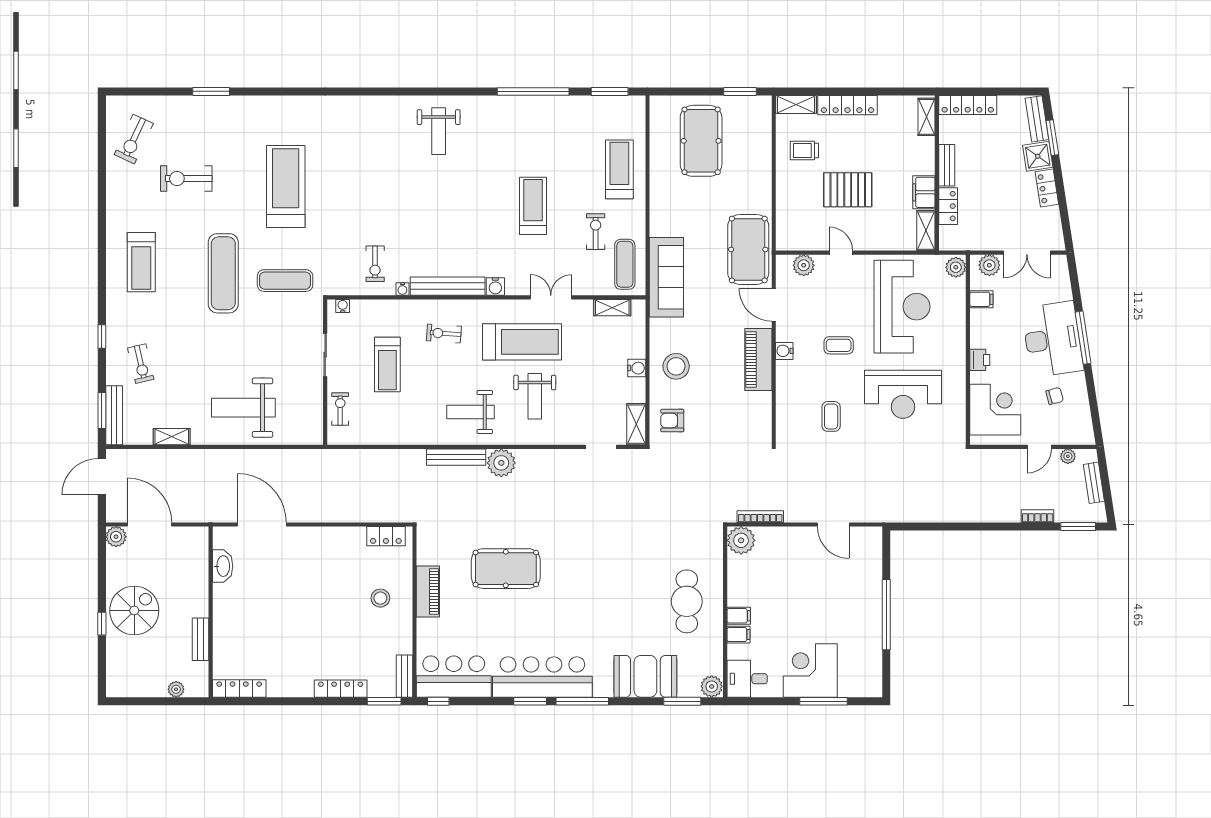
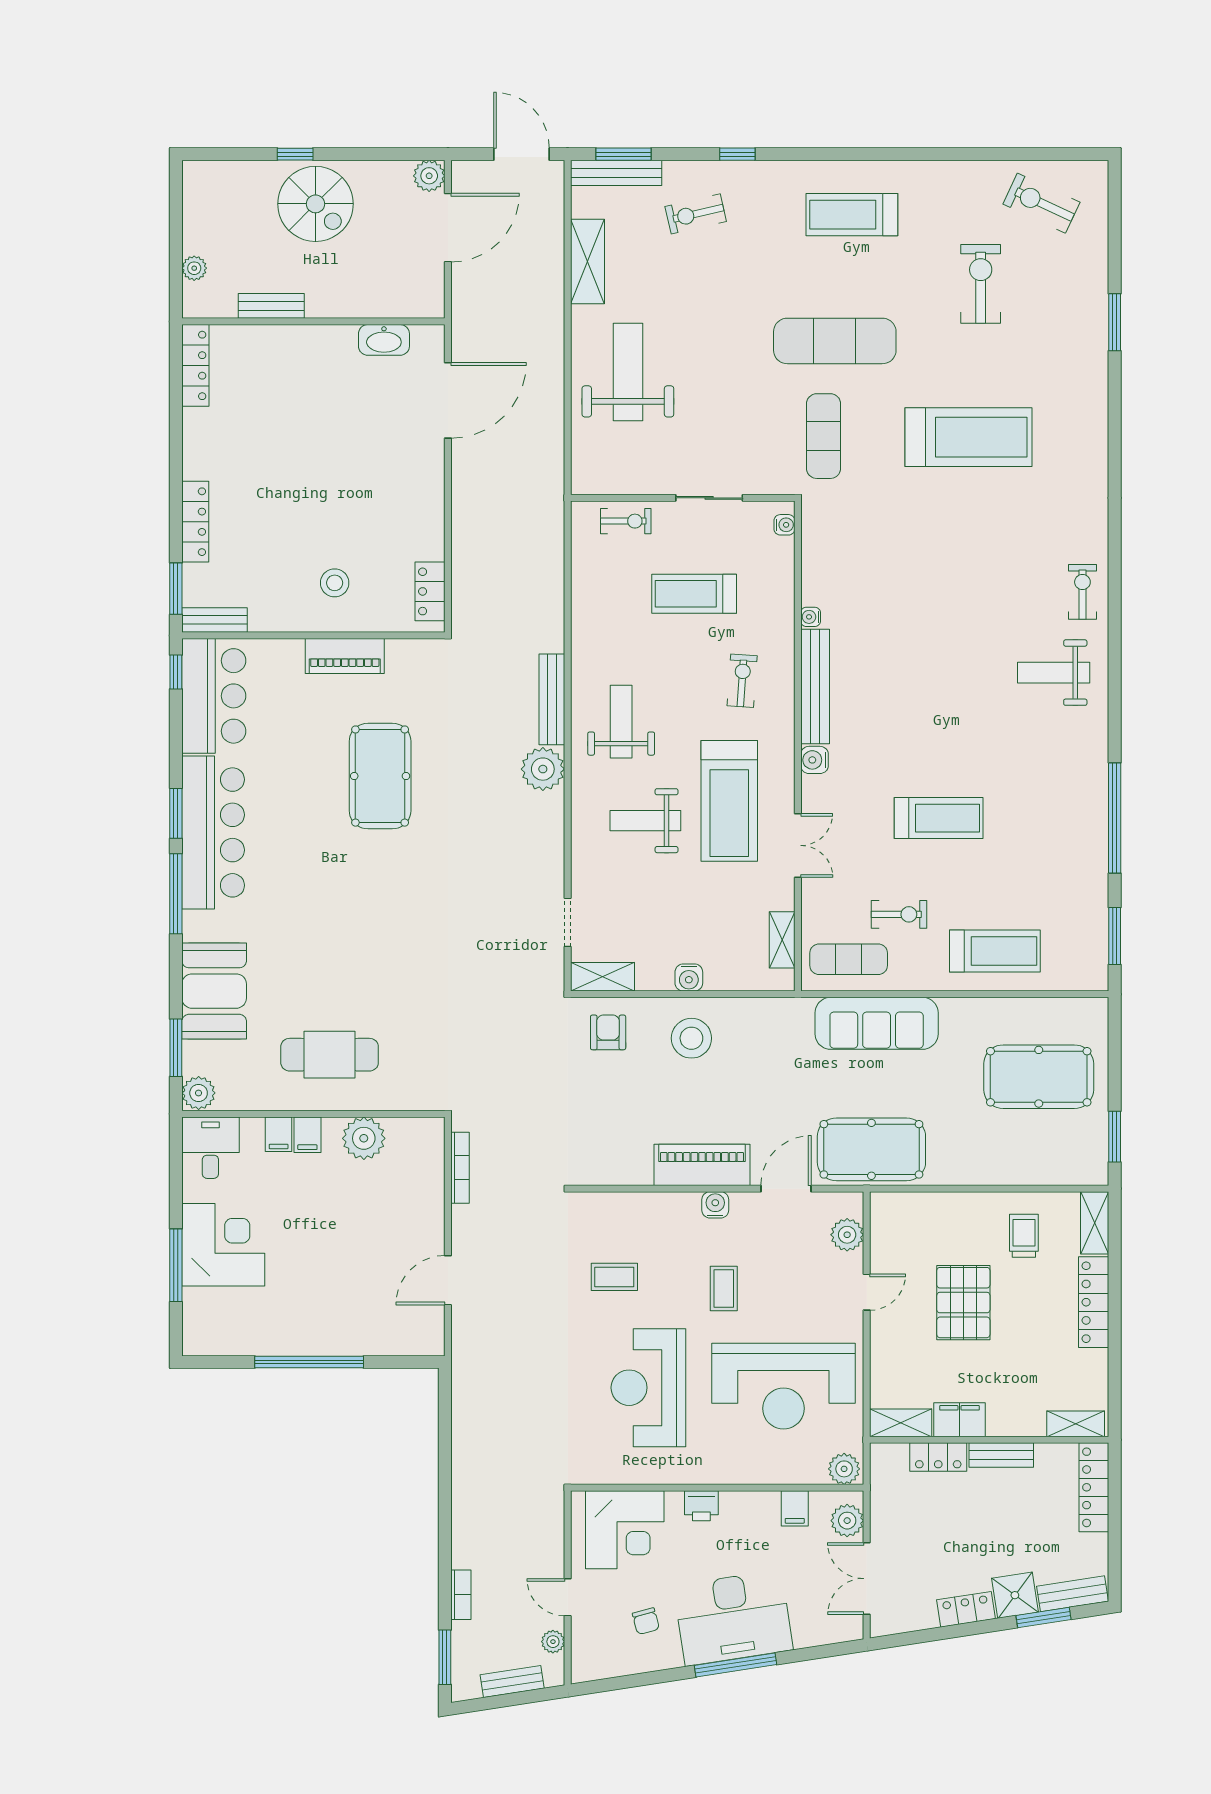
exercise bike: (375, 264) -> (1082, 592), moved, turned 90
sofa: (666, 277) -> (877, 1023), moved
shelving: (172, 437) -> (587, 262), width x1.50, depth x1.33
plant: (741, 540) -> (364, 1138), moved

